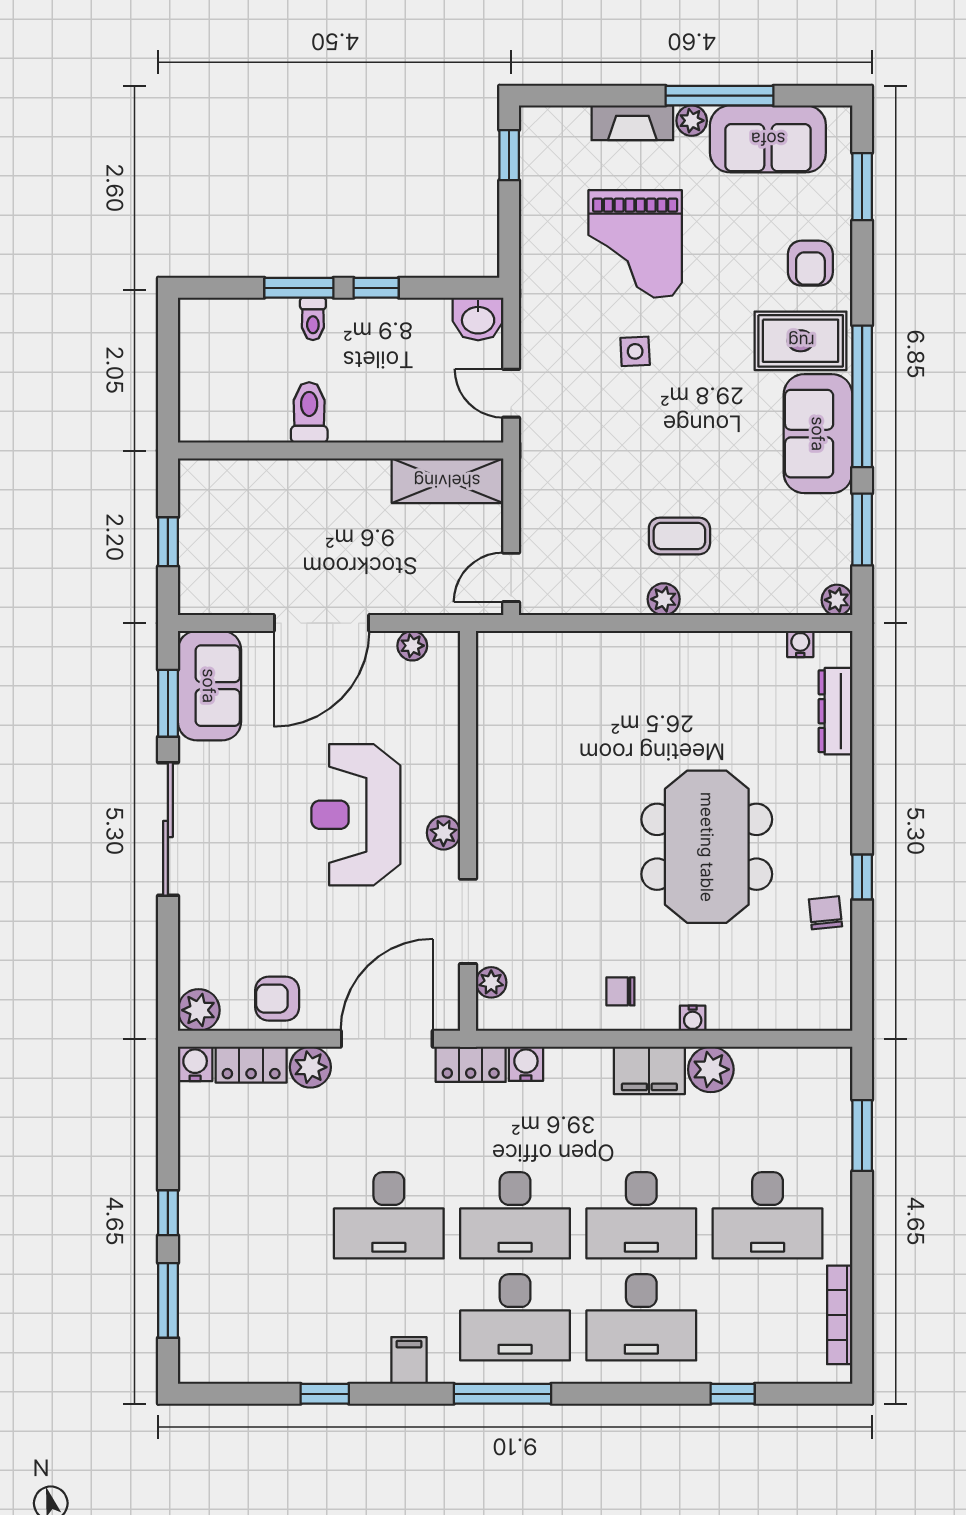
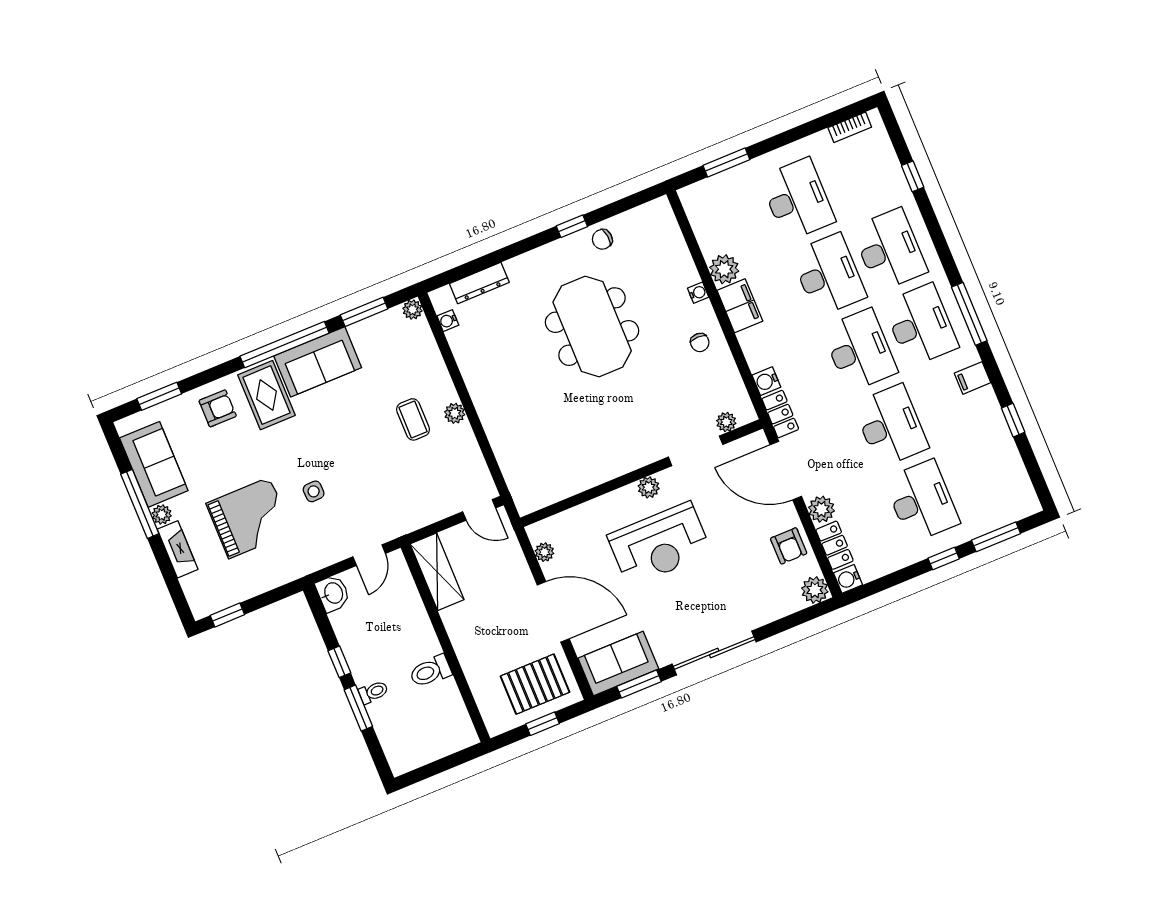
pallet: (229, 555) -> (535, 684), added
meeting table: (707, 847) -> (592, 327), turned 90
desk: (263, 1215) -> (922, 501), added
bookcase: (840, 1315) -> (850, 127), width x0.64

